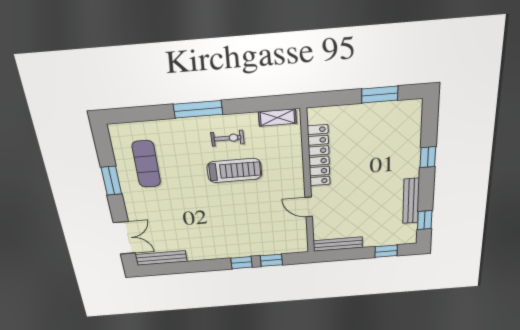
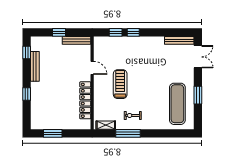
window: (198, 109) -> (128, 133), moved
exercise mat: (146, 164) -> (177, 104), width x1.36, depth x1.45
treadmill: (234, 170) -> (120, 84), moved, turned 90
double door: (124, 238) -> (198, 57), swing flipped
window: (386, 251) -> (59, 32), moved

